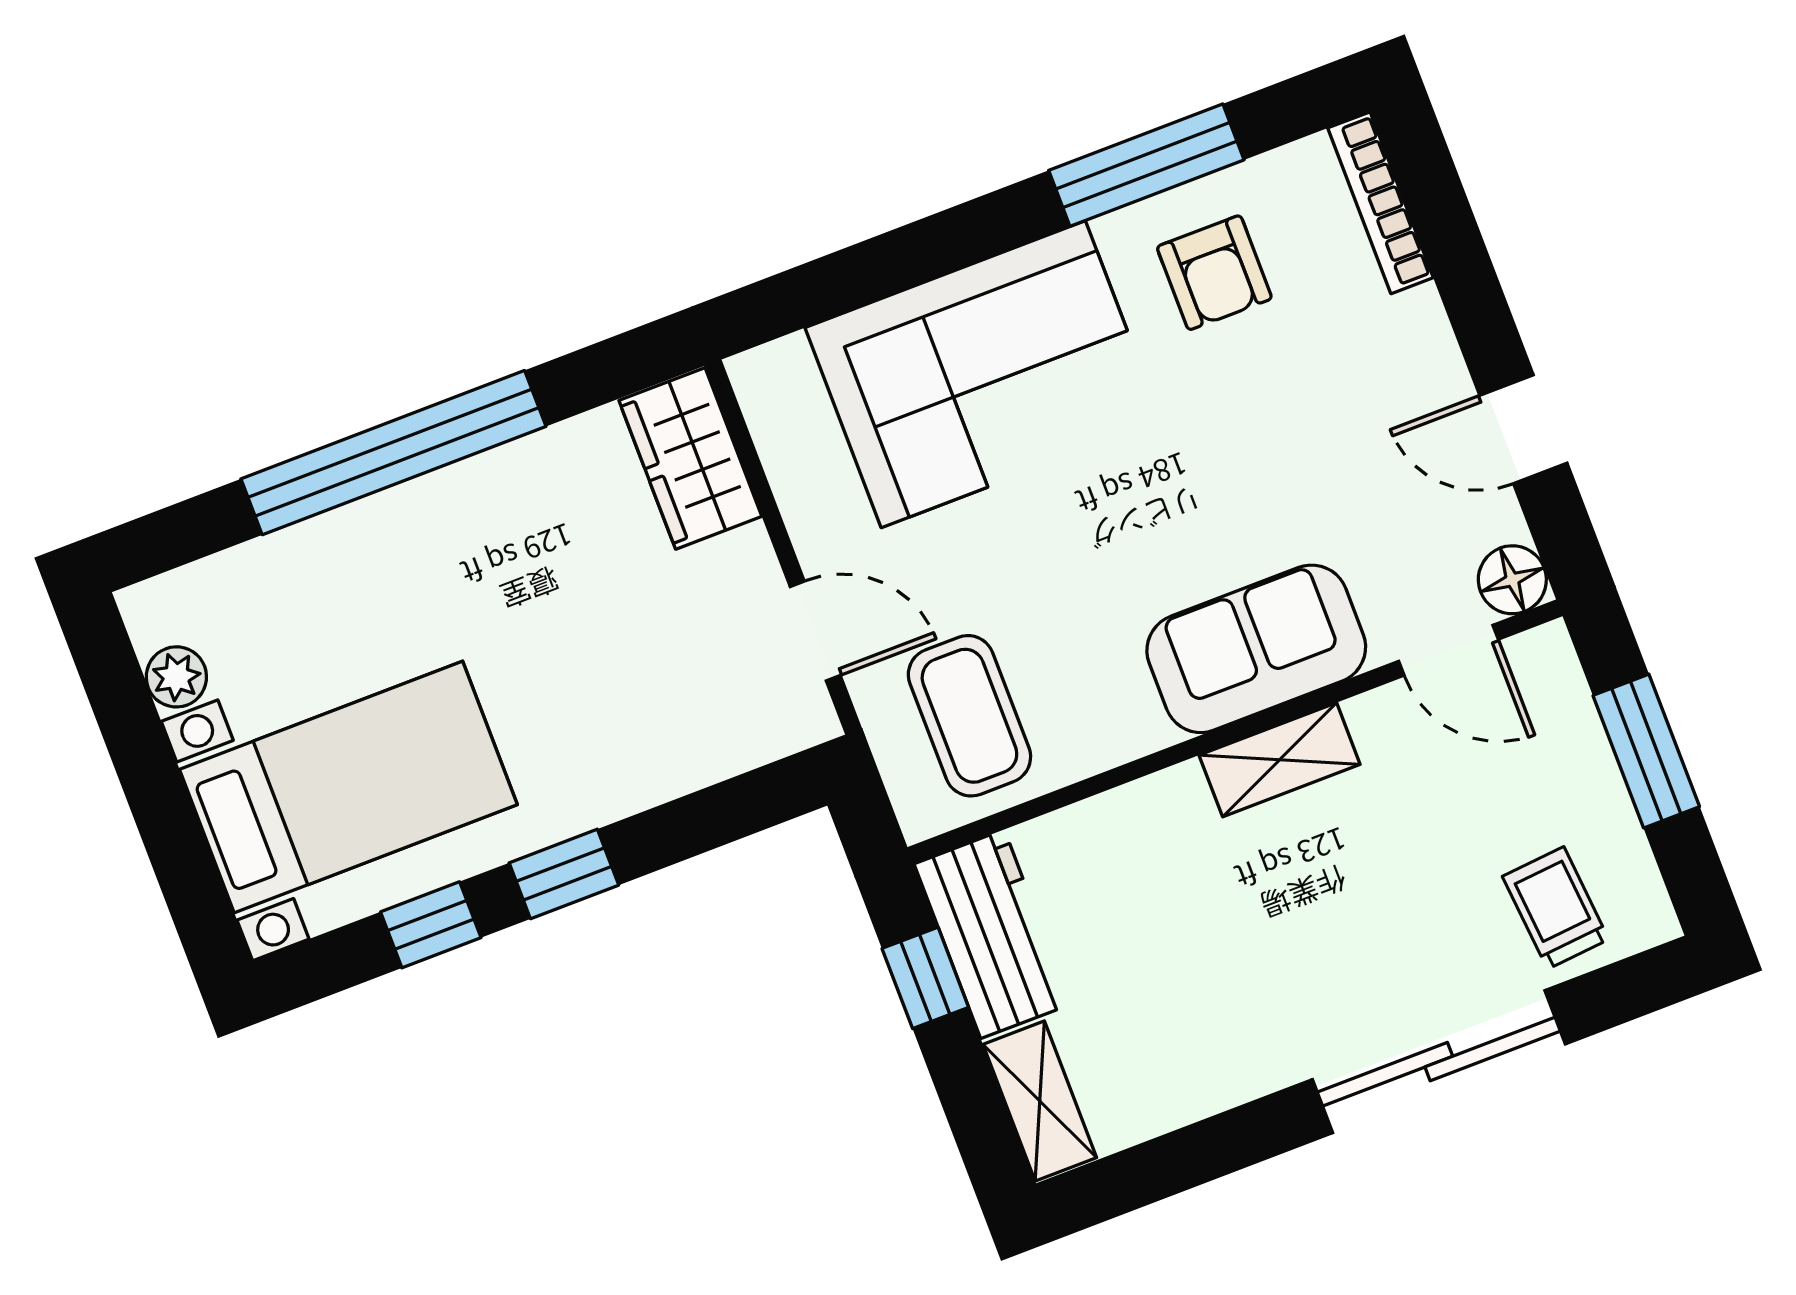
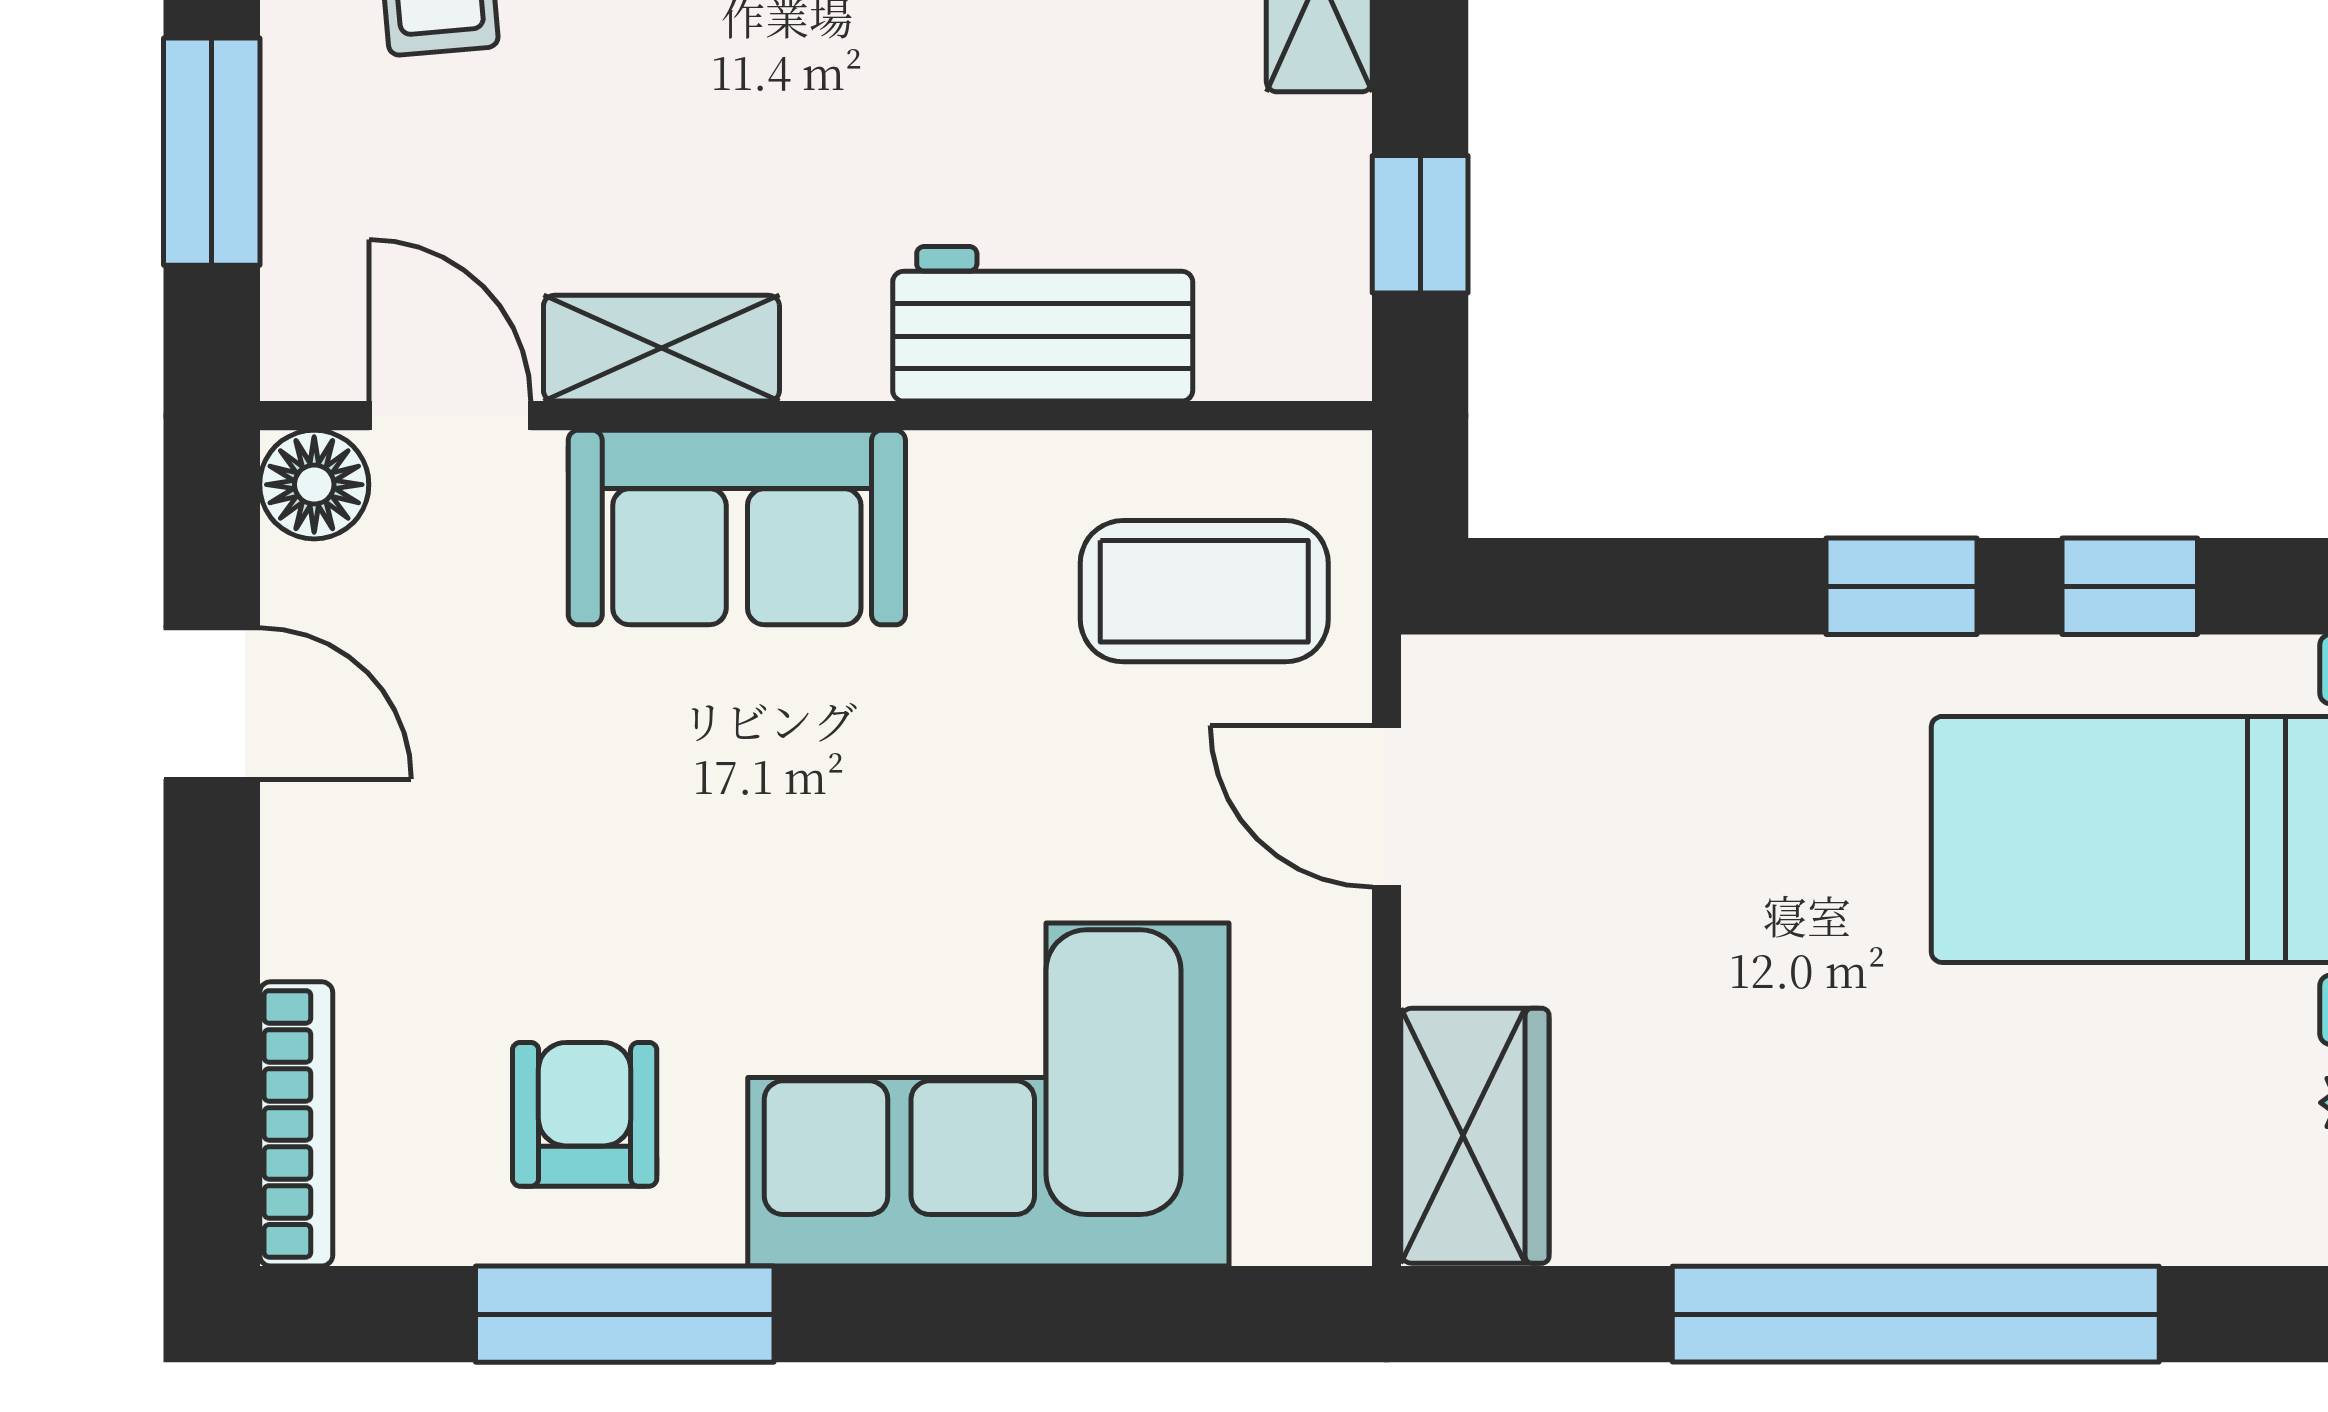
coffee table: (969, 716) -> (1204, 591), turned 90
shelving: (1280, 760) -> (661, 348), moved
workbench: (992, 934) -> (1043, 324), moved, turned 90

